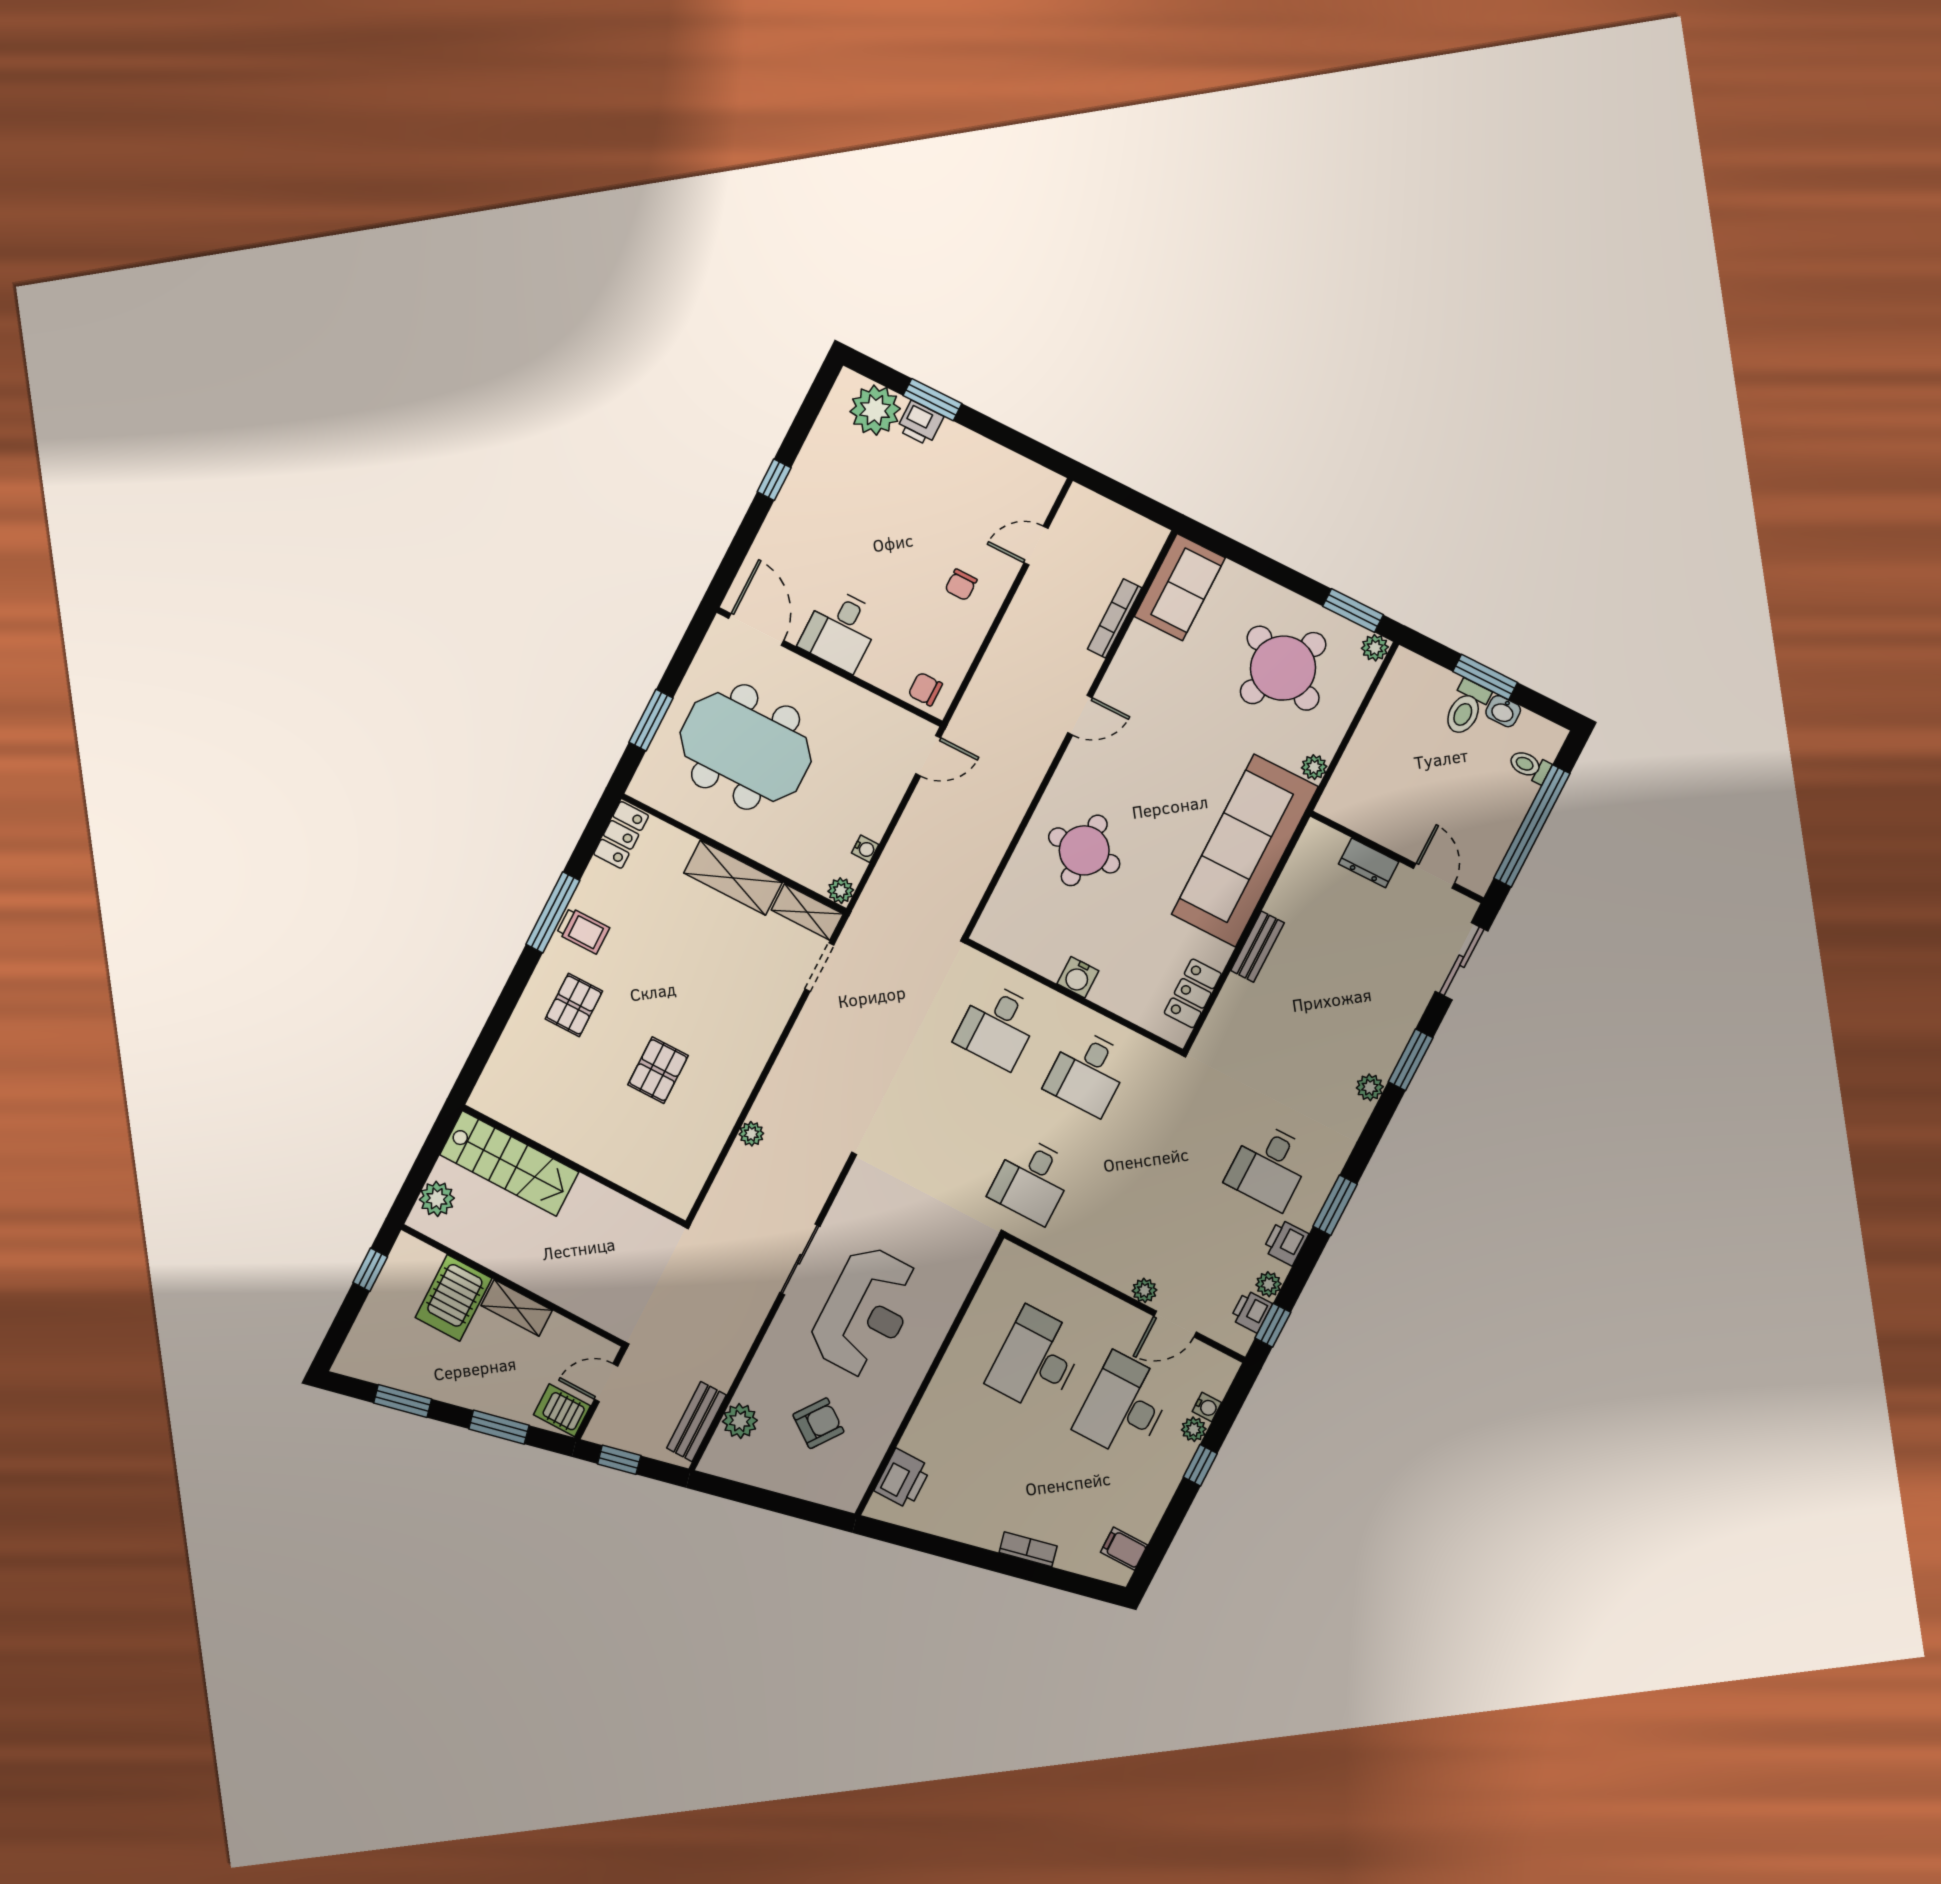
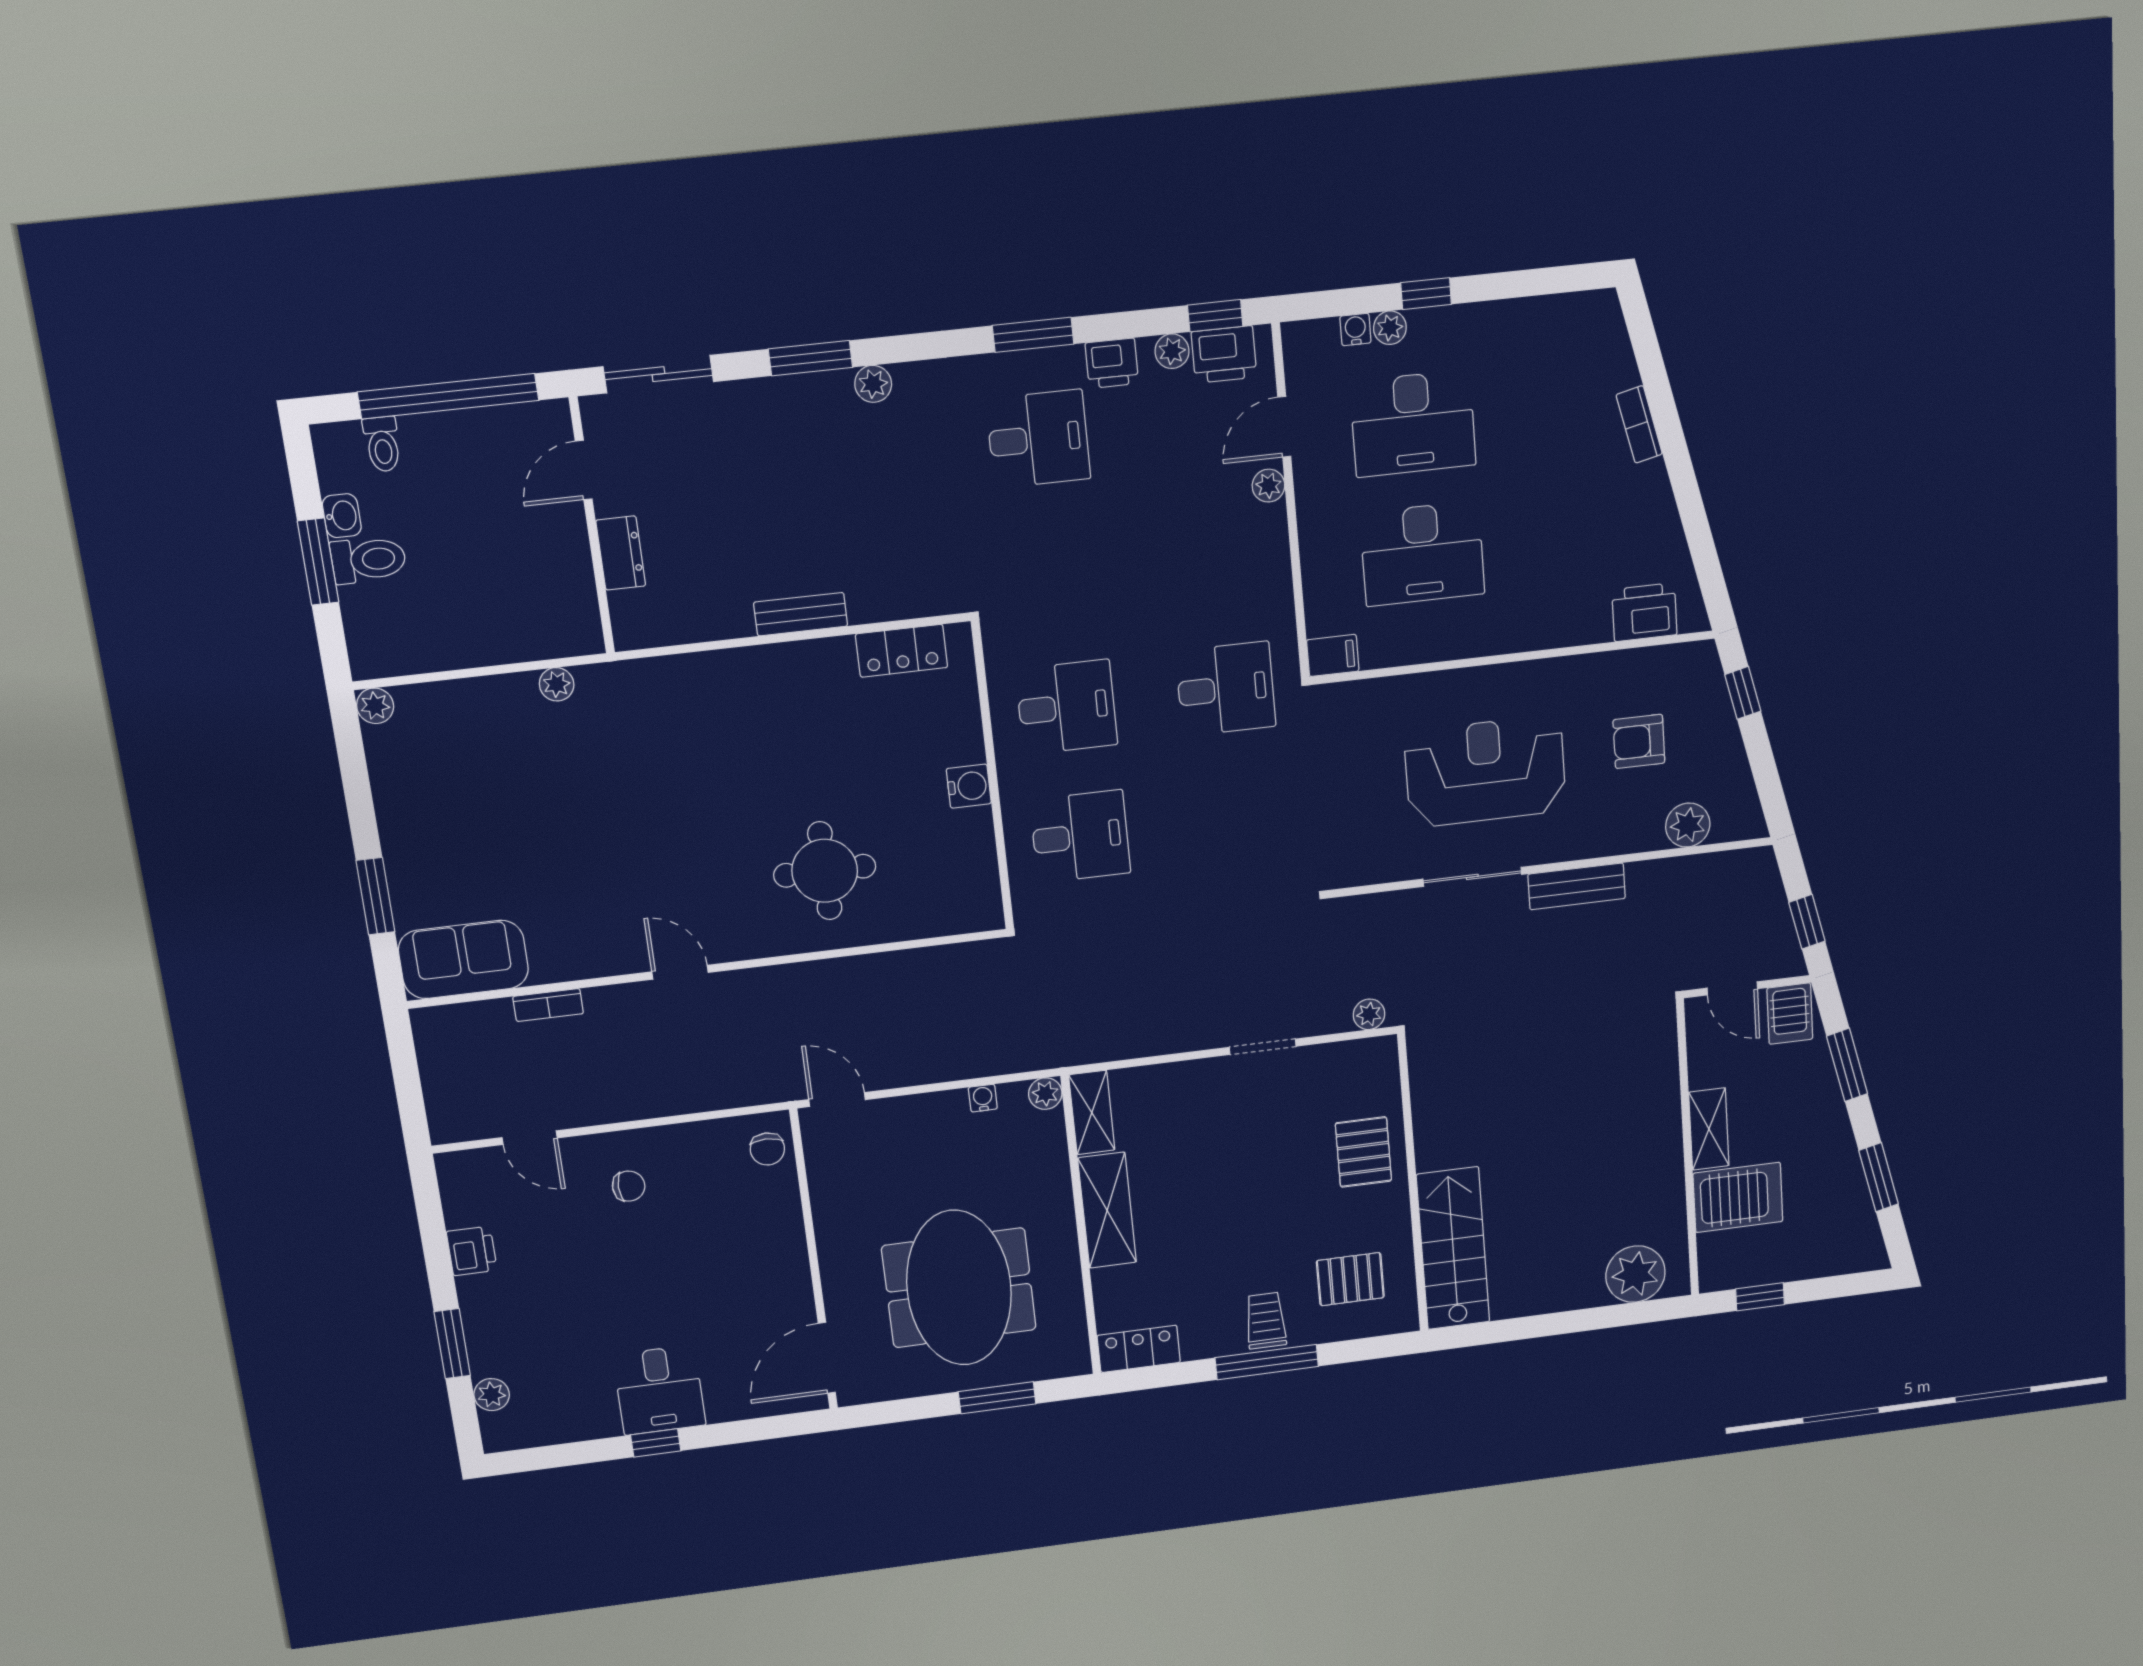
plant: (875, 410) -> (492, 1395), width x0.53, depth x0.53
printer: (920, 423) -> (472, 1251), moved
window: (1353, 611) -> (375, 896), moved
bookcase: (1115, 618) -> (548, 1005), width x0.64
desk: (840, 630) -> (659, 1390), moved, turned 90
round table: (1283, 668) -> (471, 791), removed
sofa: (1245, 850) -> (703, 699), removed
doorway: (819, 967) -> (1263, 1047), moved
pallet: (658, 1070) -> (1363, 1152), turned 90
stairs: (509, 1163) -> (1453, 1248), moved
wall: (574, 1165) -> (1413, 1184), moved
plant: (437, 1199) -> (1635, 1274), width x1.36, depth x1.36
printer: (1251, 1311) -> (1224, 354), width x1.36, depth x1.24
door: (1175, 1324) -> (1284, 427), swing flipped
bench: (696, 1422) -> (1577, 886), moved
armchair: (818, 1423) -> (1639, 741), turned -36
window: (806, 1510) -> (1743, 693), added
filing cabinet: (1124, 1549) -> (1333, 655), moved, turned -90

